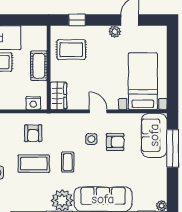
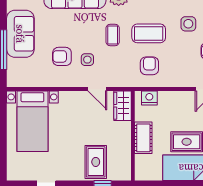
plant: (115, 32) -> (62, 174), removed
rug: (71, 50) -> (96, 162), moved, turned 90
door: (98, 111) -> (97, 89), moved
sofa: (154, 135) -> (20, 34), moved

